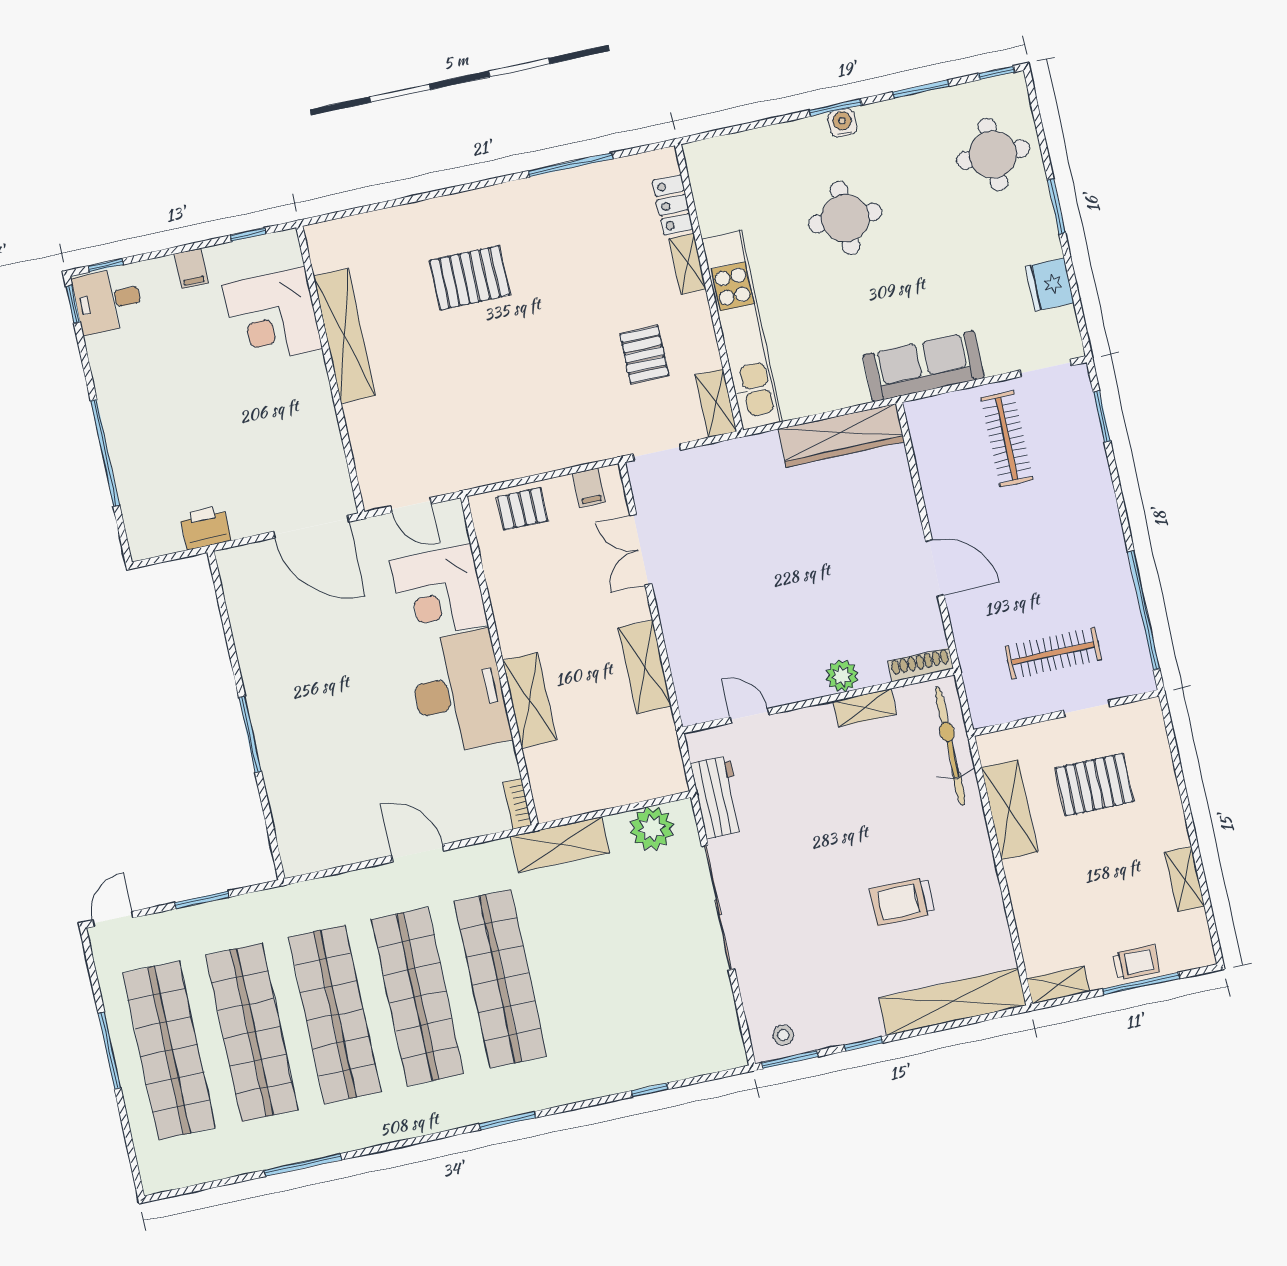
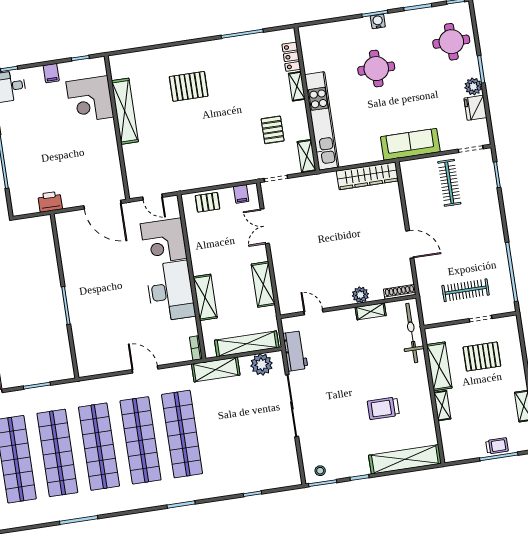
plant: (1043, 242) -> (473, 87), added
shelving: (619, 789) -> (247, 344), added
shelving: (1058, 985) -> (442, 406), moved, turned 90

